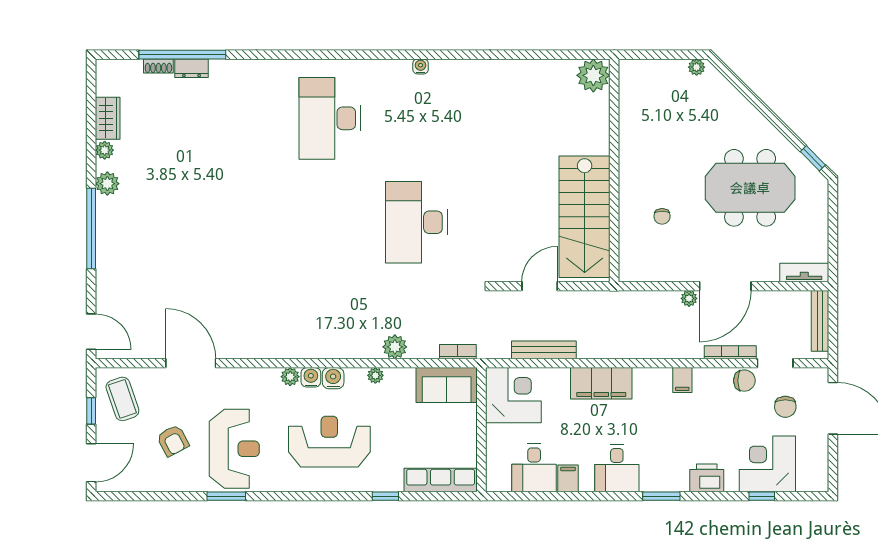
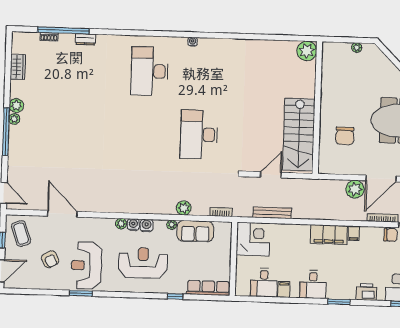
water cooler: (421, 66) -> (193, 42), moved
plant: (697, 67) -> (357, 48), moved
dresser: (192, 68) -> (85, 39), moved
plant: (105, 150) -> (14, 119), moved
chair: (662, 216) -> (345, 136), width x1.87, depth x1.87
plant: (689, 298) -> (355, 189), width x1.88, depth x1.88
filing cabinet: (601, 383) -> (329, 235), moved
sofa: (447, 385) -> (195, 231), moved
reception desk: (234, 449) -> (86, 265), turned 180

